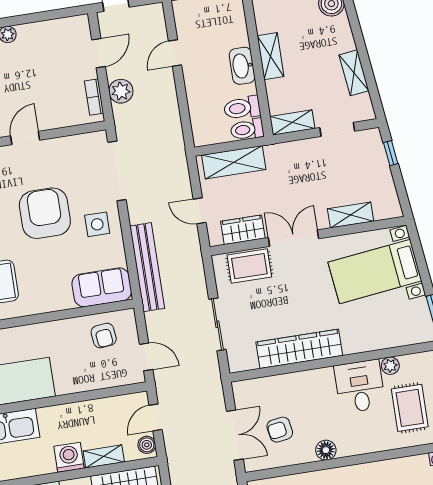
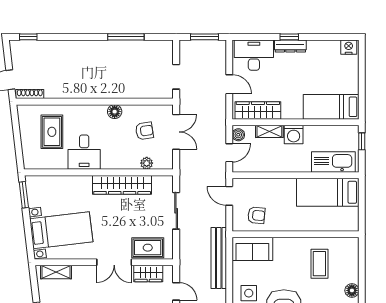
shelving: (351, 215) -> (56, 272), moved
armchair: (104, 336) -> (256, 215), turned 101
plant: (390, 366) -> (147, 163), moved
double door: (235, 435) -> (176, 132), swing flipped

